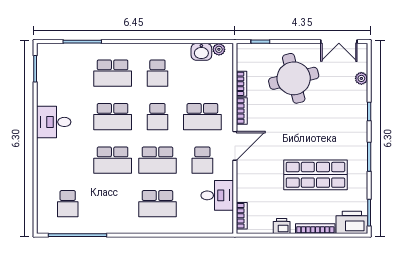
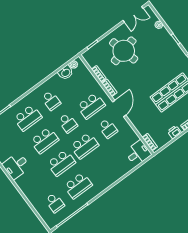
desk: (217, 195) -> (138, 153), moved
school desk: (157, 204) -> (78, 186), moved

